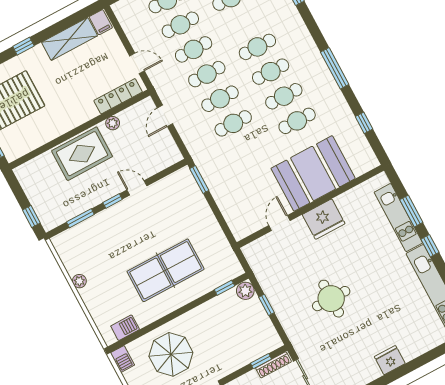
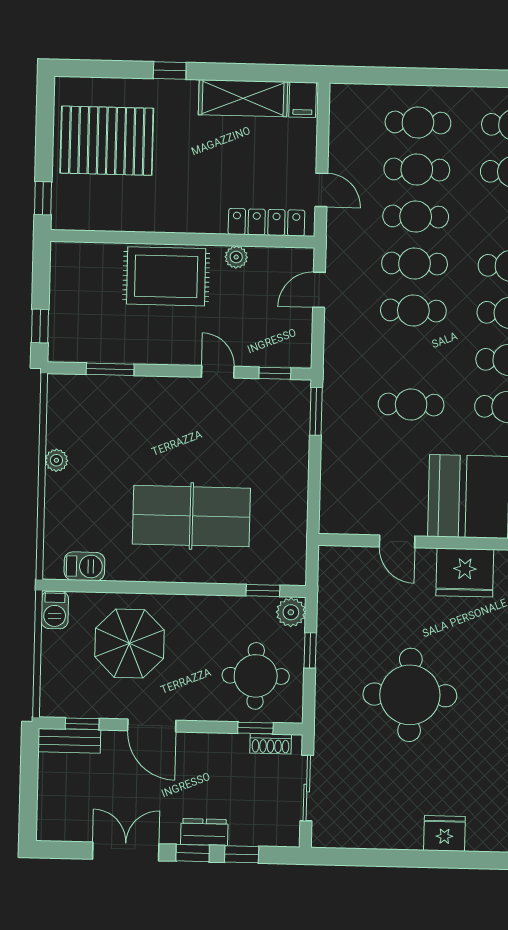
cafe table: (233, 123) -> (411, 405), moved
window: (113, 201) -> (275, 373), moved
door: (279, 223) -> (397, 541), swing flipped
round table: (331, 299) -> (410, 695), width x1.36, depth x1.36
round table: (246, 334) -> (256, 676), added
shoe rack: (273, 365) -> (271, 744), width x0.70

